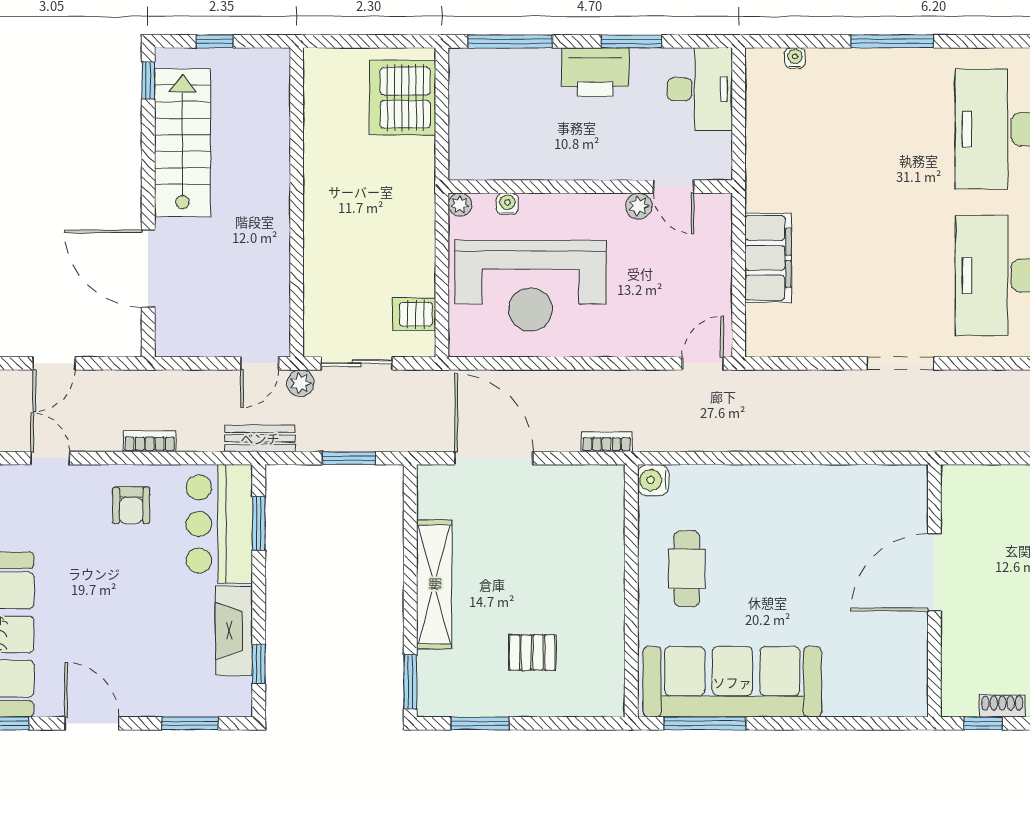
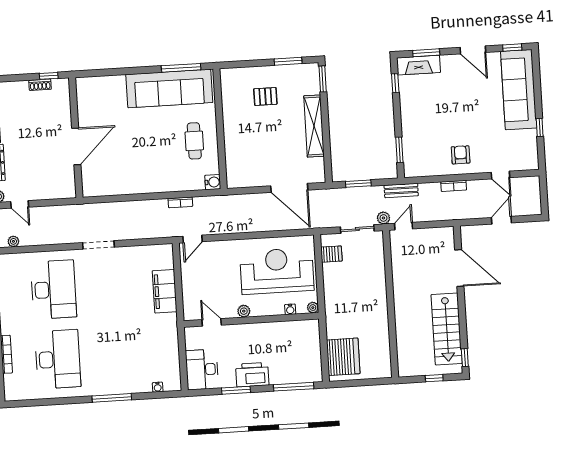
plant: (639, 206) -> (244, 311), moved
bookcase: (607, 442) -> (180, 202), moved
bar counter: (219, 524) -> (418, 149), removed
fireplace: (234, 631) -> (419, 65), moved, turned 90

